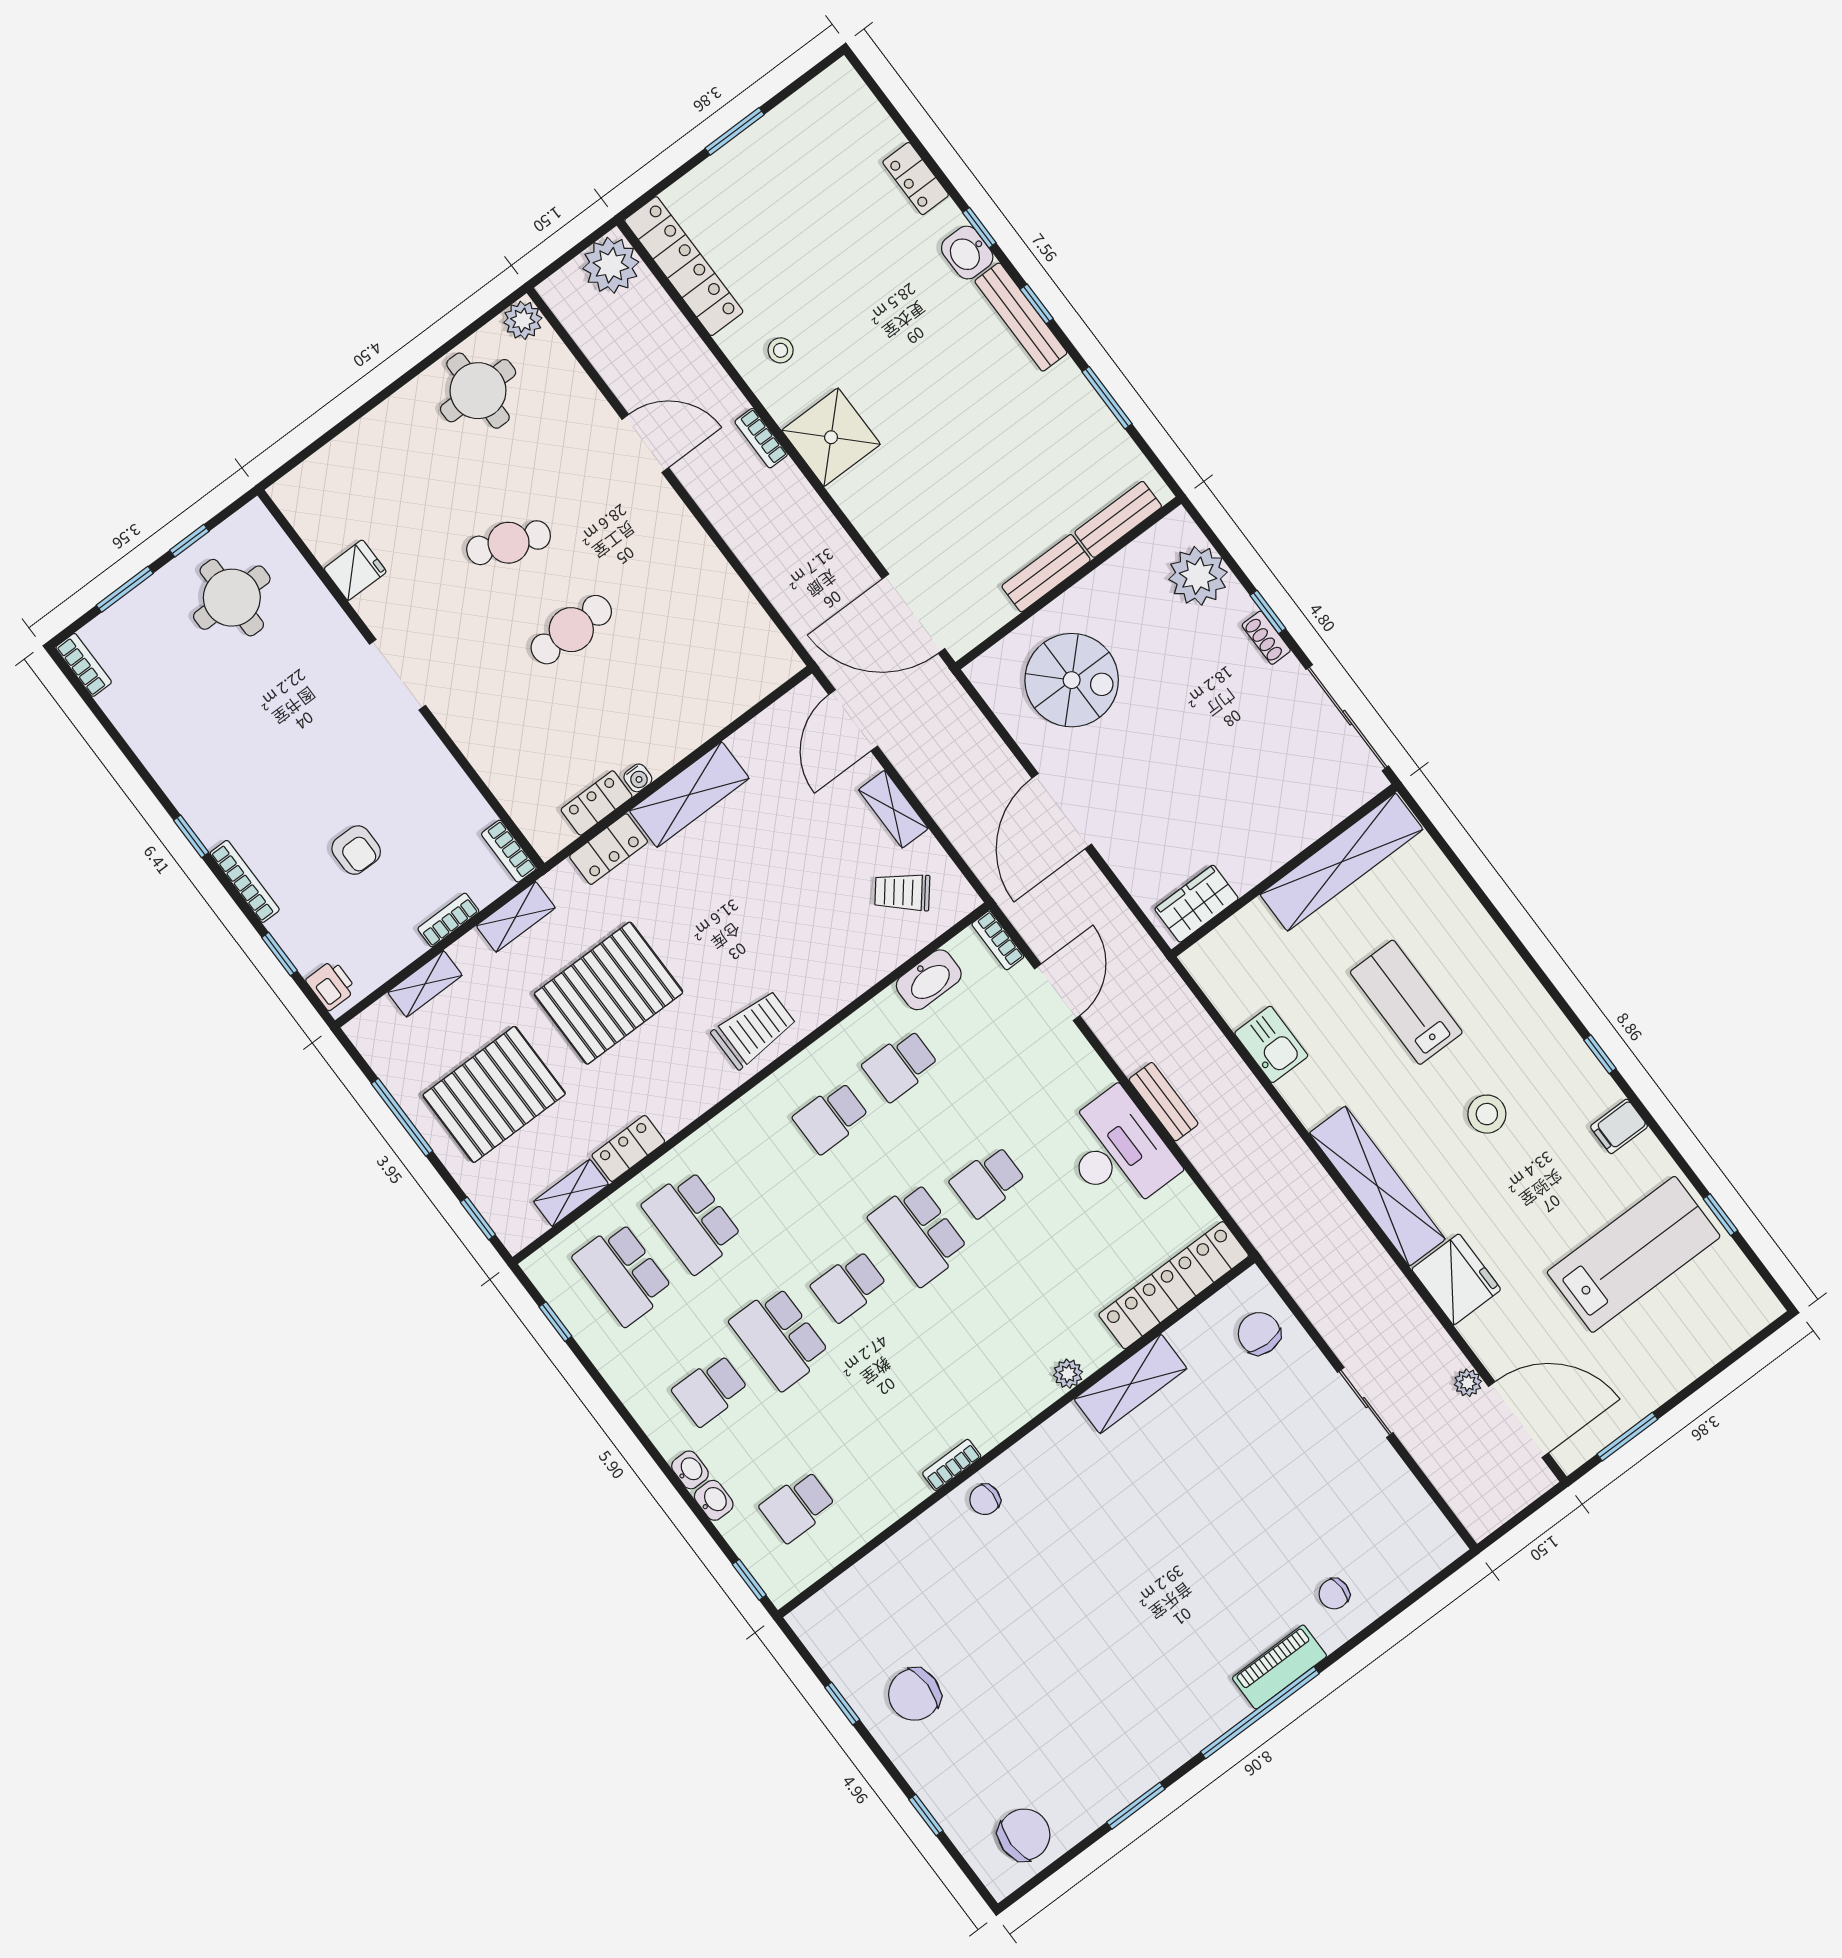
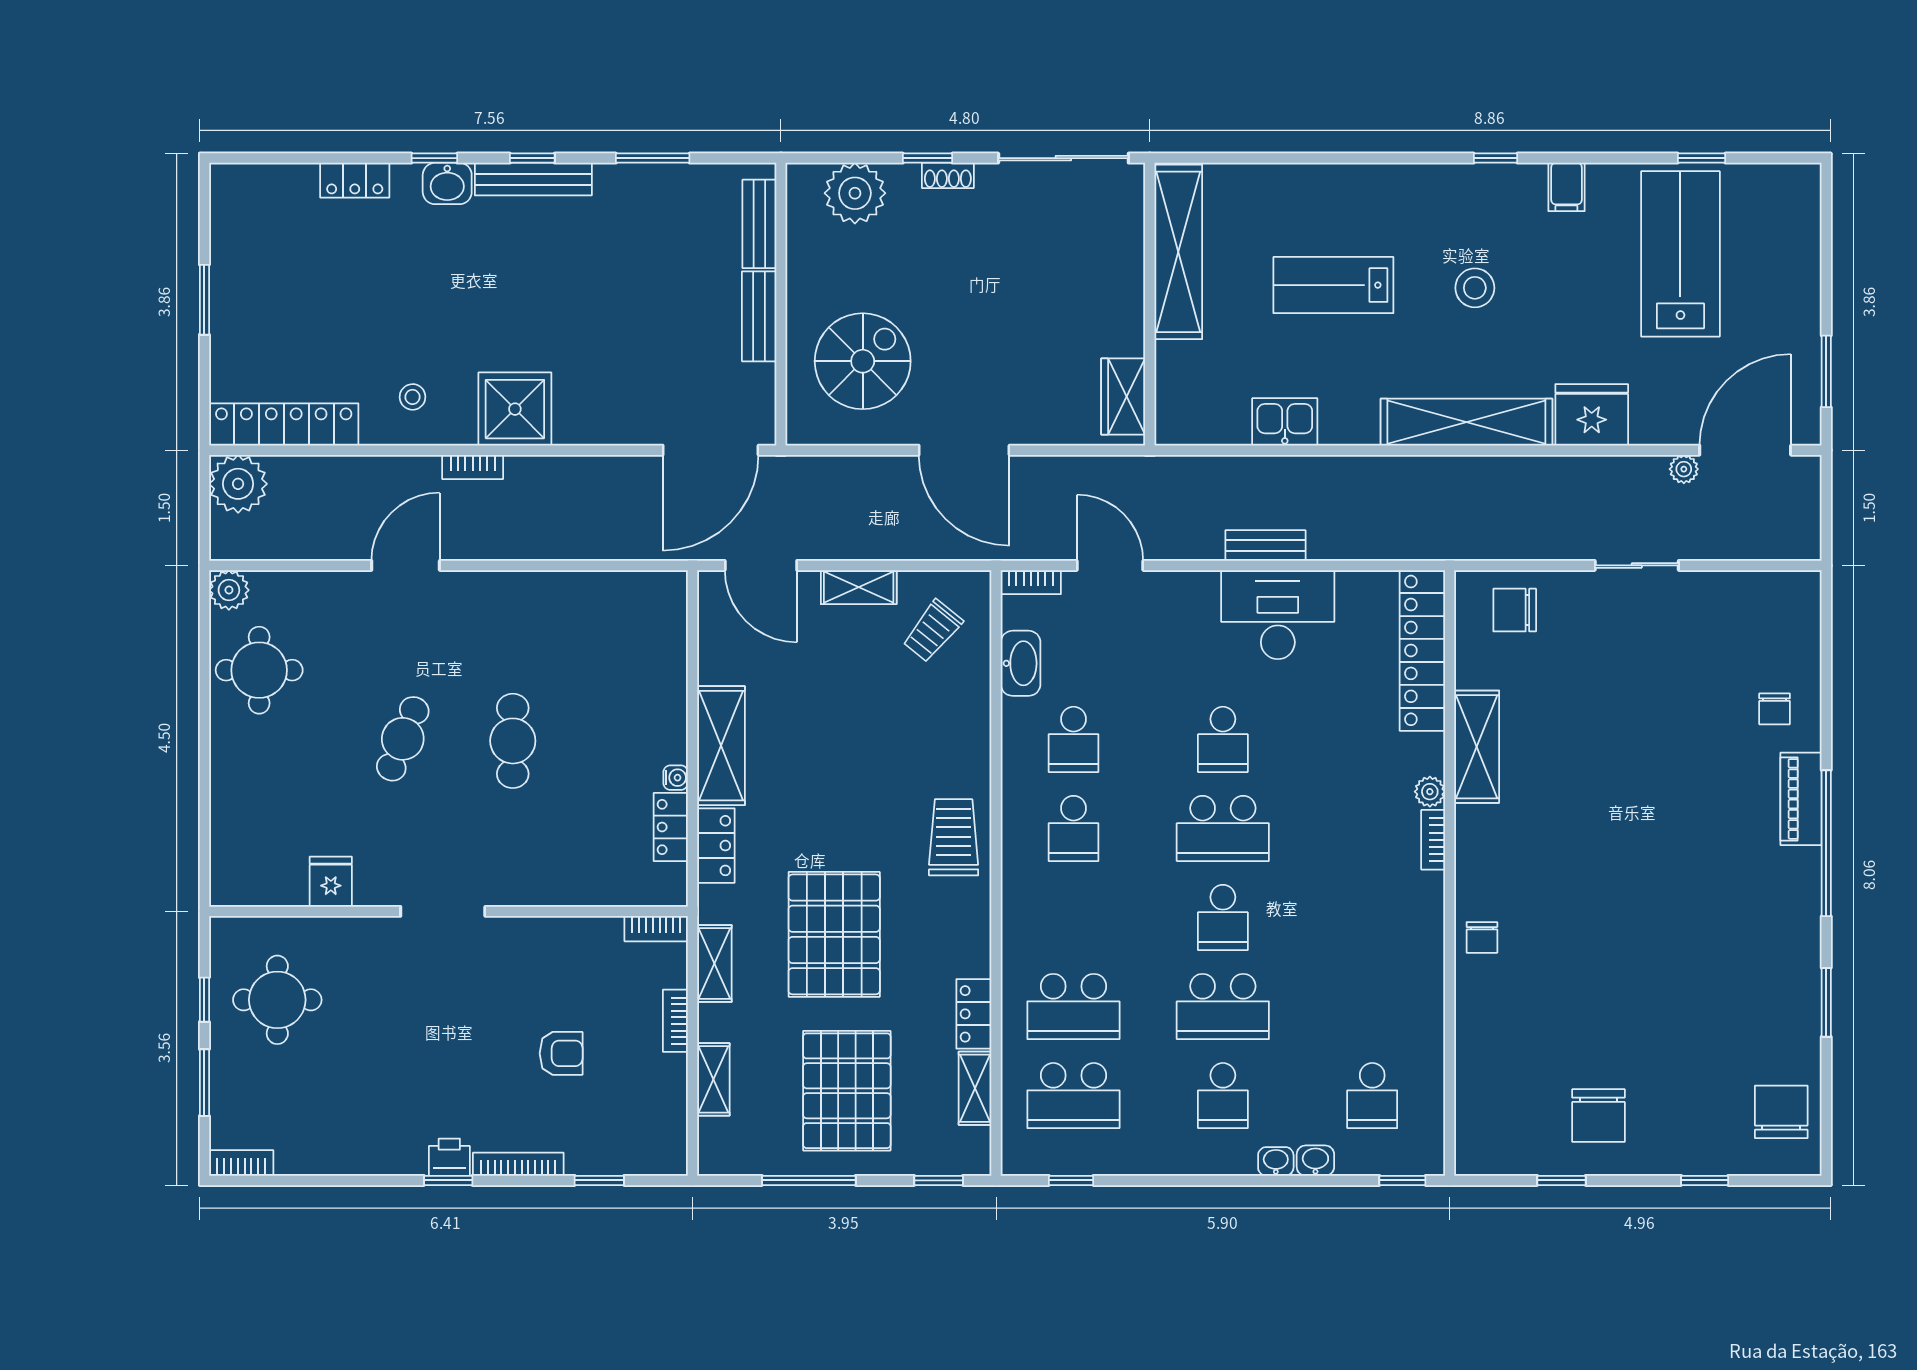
printer: (331, 985) -> (449, 1157), moved
bookcase: (952, 1465) -> (1433, 840), moved

